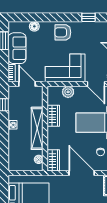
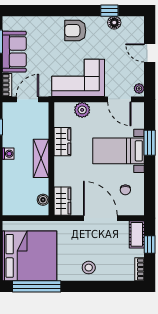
floor lamp: (34, 26) -> (114, 23), moved
door: (27, 84) -> (27, 99), hinge flipped
shelving: (37, 128) -> (41, 158), width x0.68

